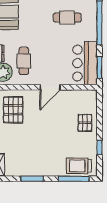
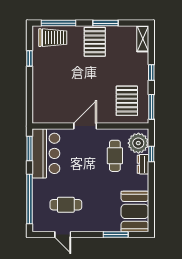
pallet: (85, 123) -> (95, 42), moved, width x1.50, depth x1.42

